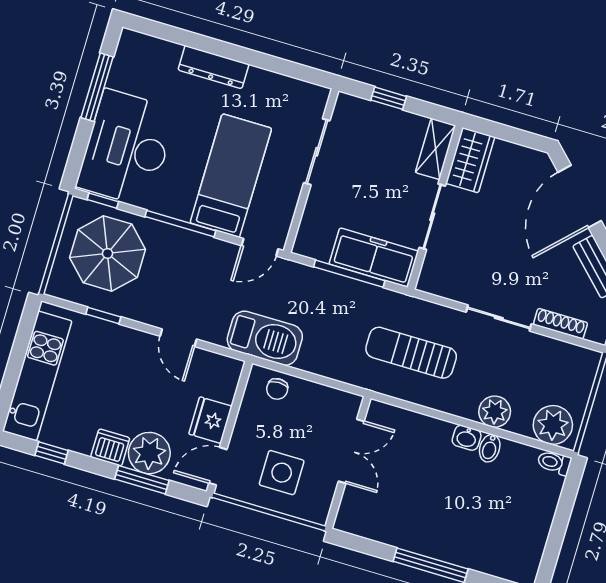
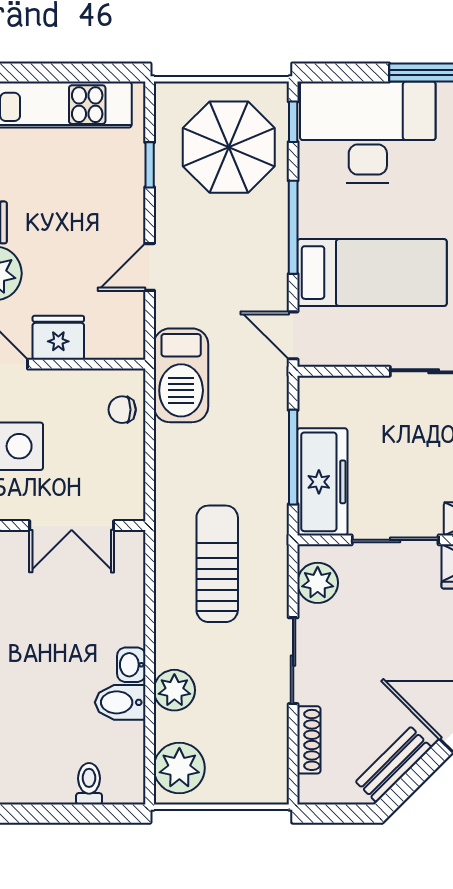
plant: (447, 283) -> (318, 583), added
bidet: (490, 448) -> (120, 702), width x1.38, depth x1.36
toilet: (554, 463) -> (89, 784), moved

